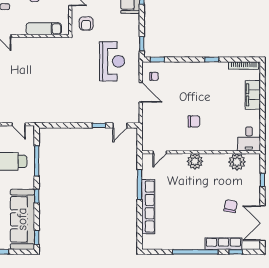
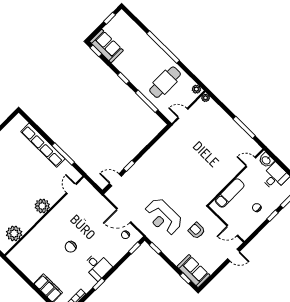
armchair: (86, 24) -> (197, 231), moved
chair: (194, 121) -> (71, 247), moved
door: (120, 125) -> (115, 180), hinge flipped
desk: (249, 139) -> (97, 266), moved, turned 180
sofa: (22, 219) -> (106, 46), width x0.54, depth x0.79

